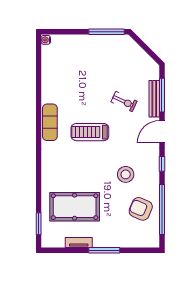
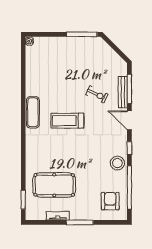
door: (162, 132) -> (129, 120), hinge flipped
stool: (126, 174) -> (117, 163), moved
armchair: (141, 209) -> (110, 201), moved, turned 67

